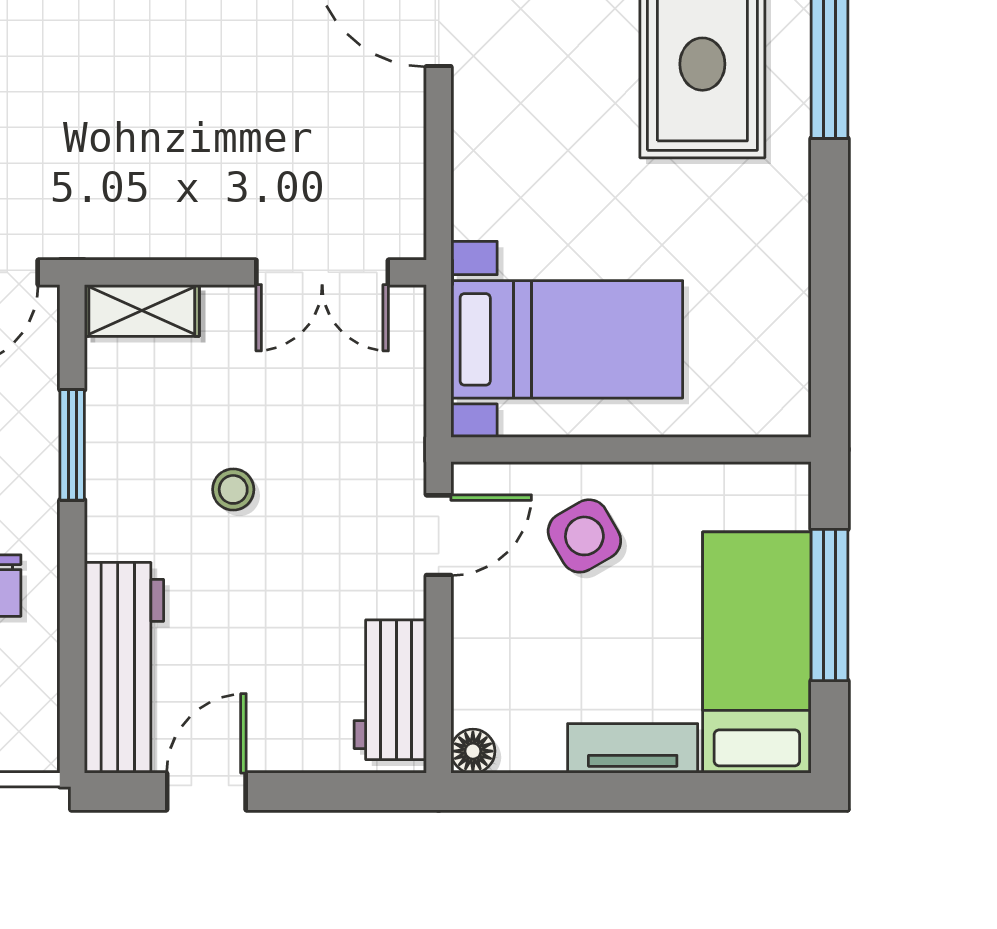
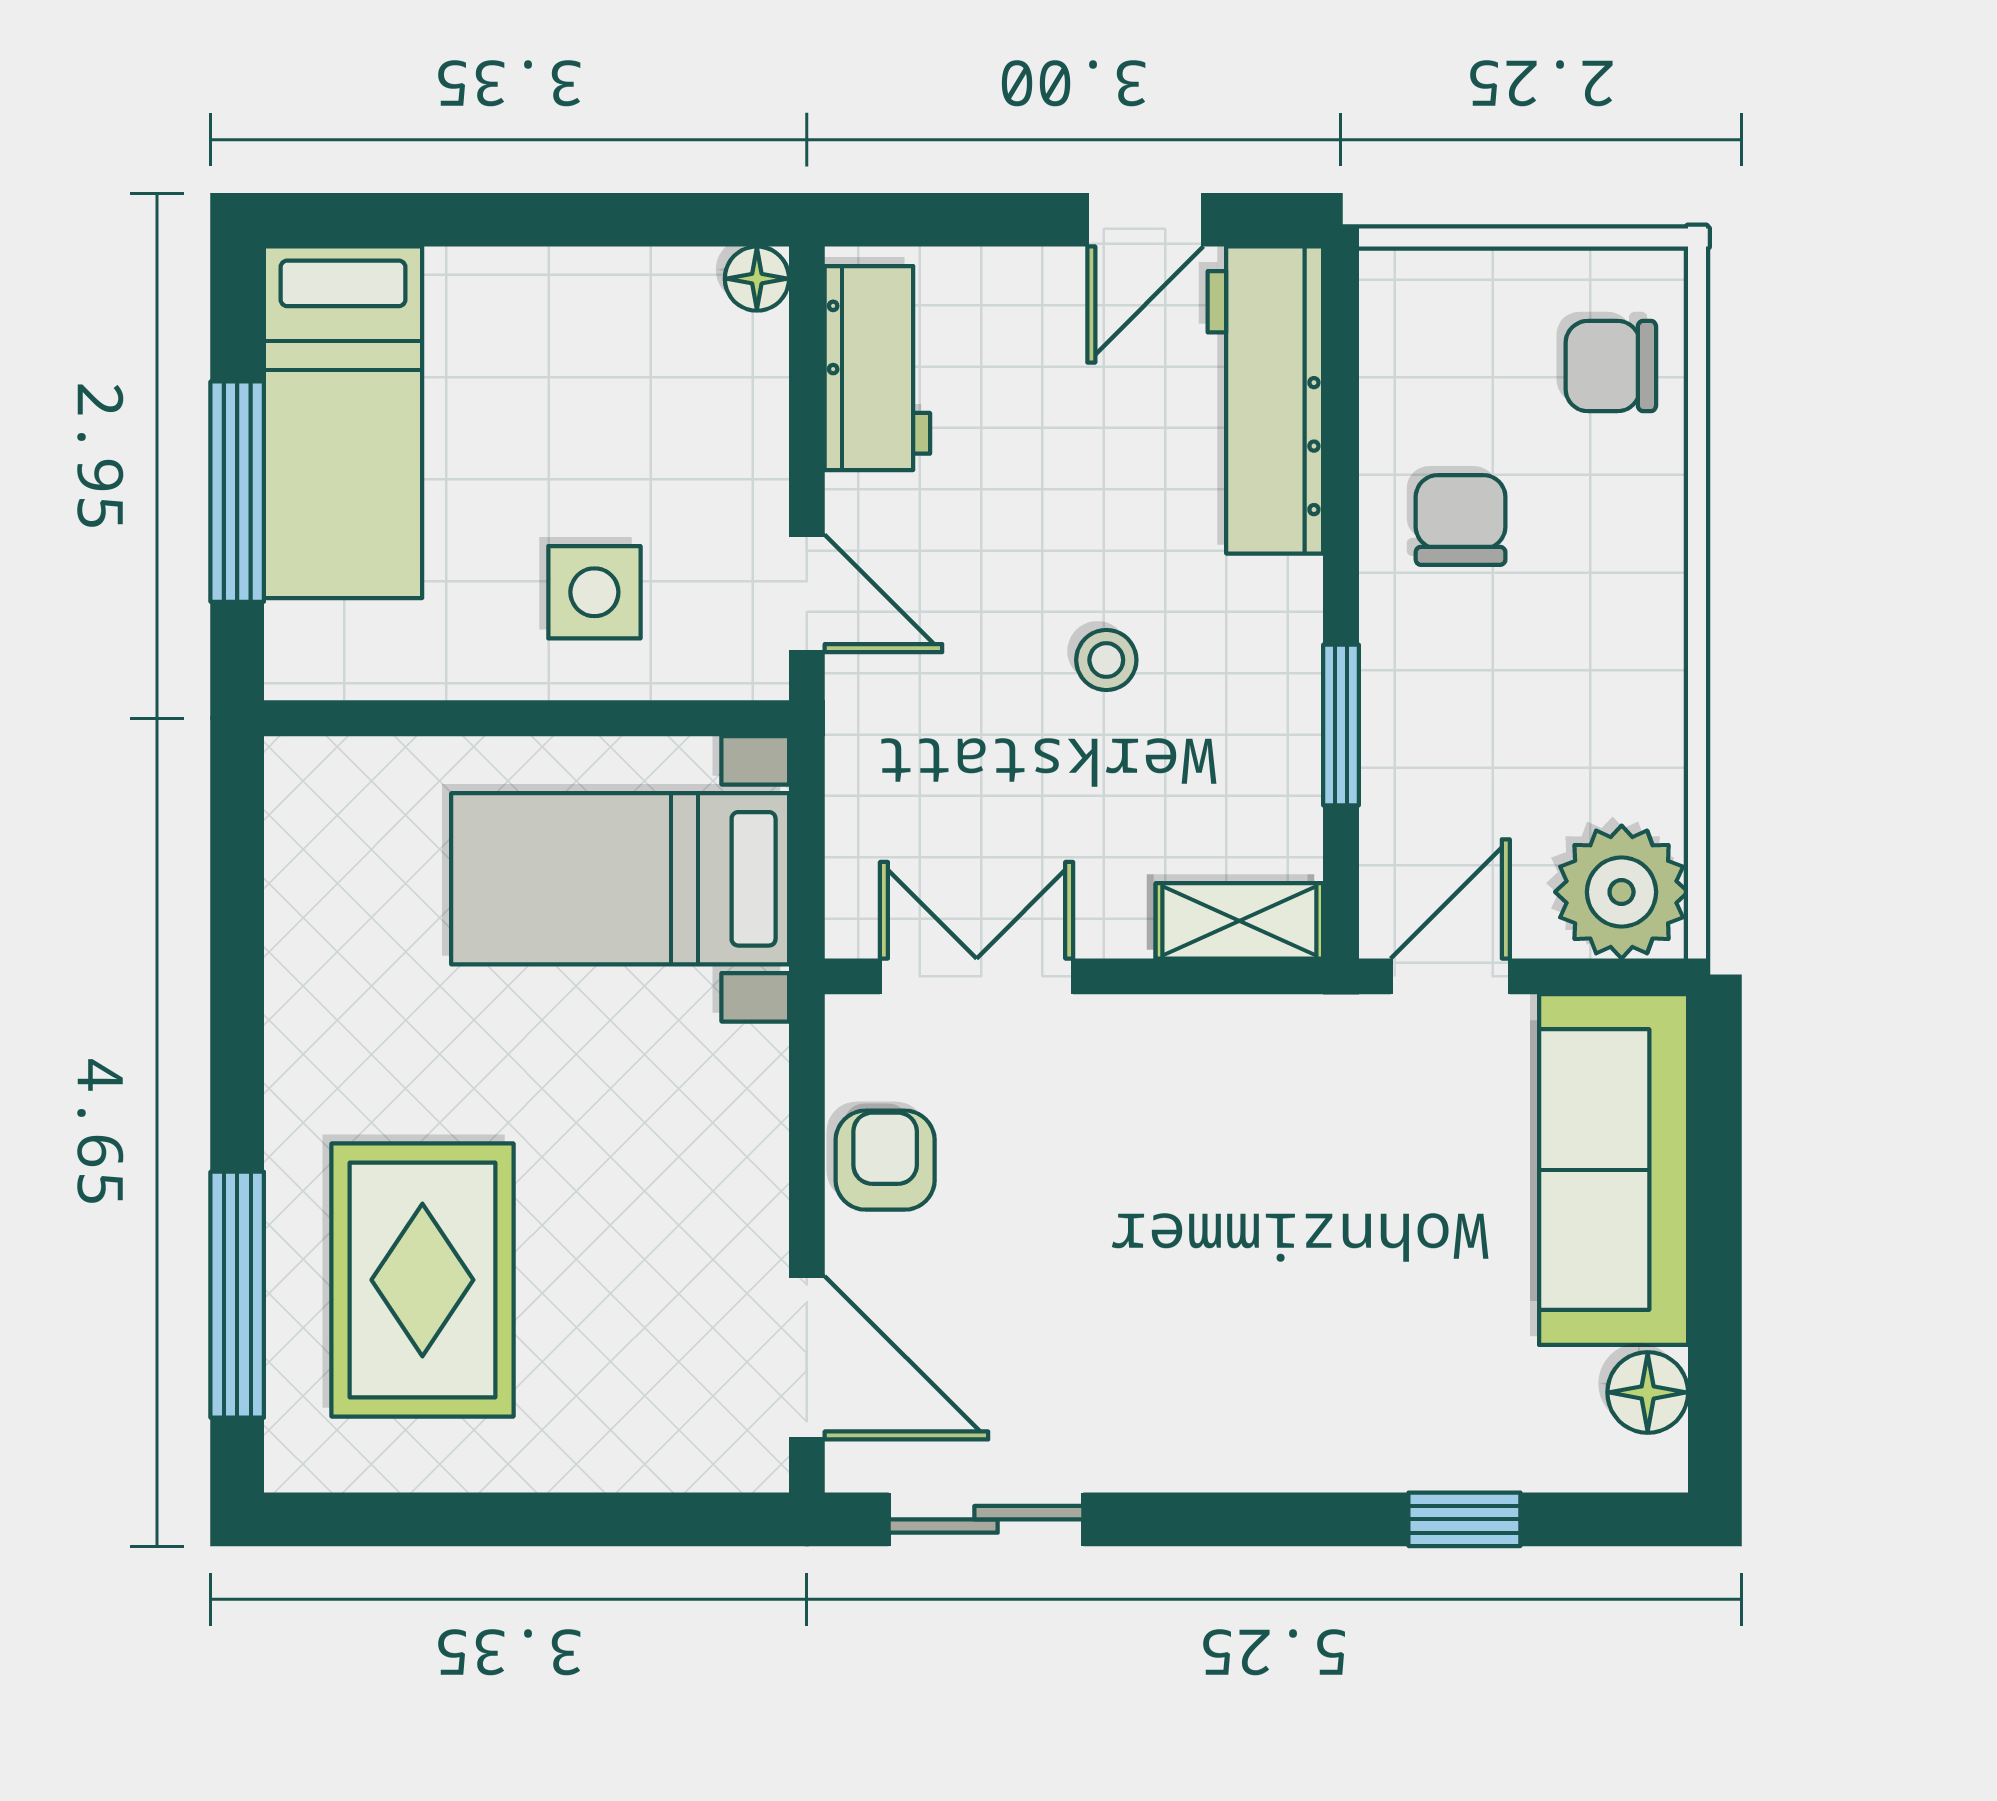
armchair: (385, 146) -> (885, 1160), added
door: (439, 535) -> (807, 593), swing flipped
side table: (584, 536) -> (594, 592), turned 30
tv unit: (633, 748) -> (524, 283), removed

